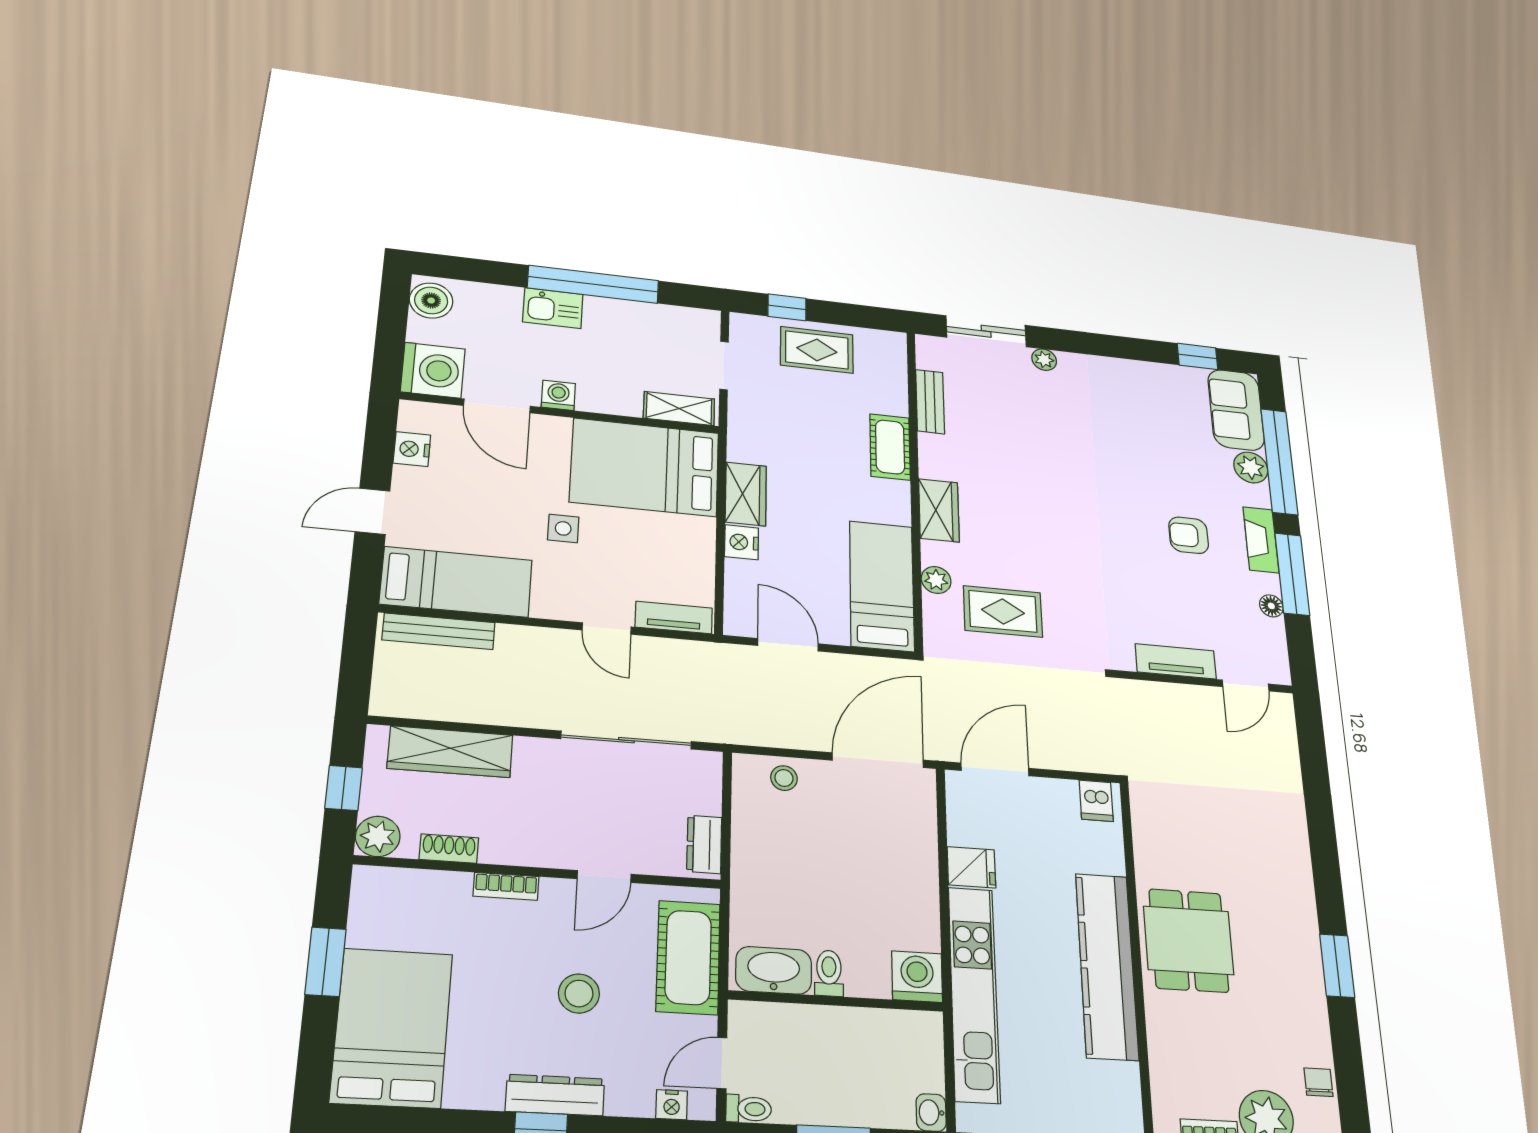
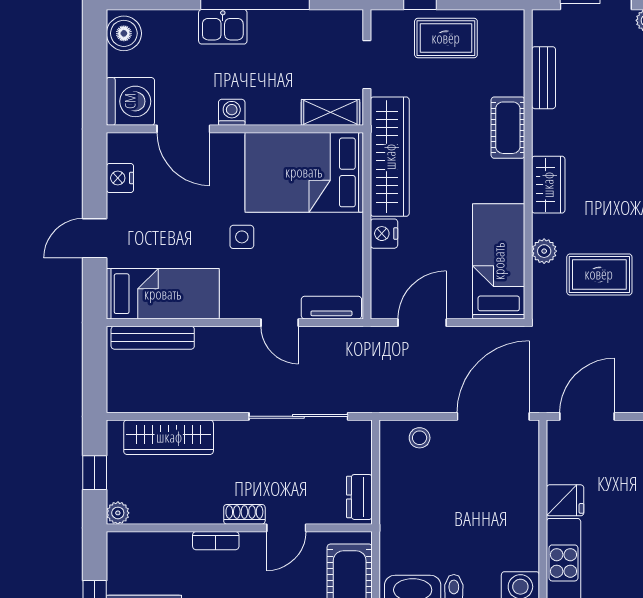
wardrobe: (746, 494) -> (390, 157), width x2.10, depth x1.17
door: (788, 645) -> (422, 323), hinge flipped
plant: (378, 836) -> (118, 513), width x0.73, depth x0.73
shoe rack: (449, 849) -> (244, 514), moved

